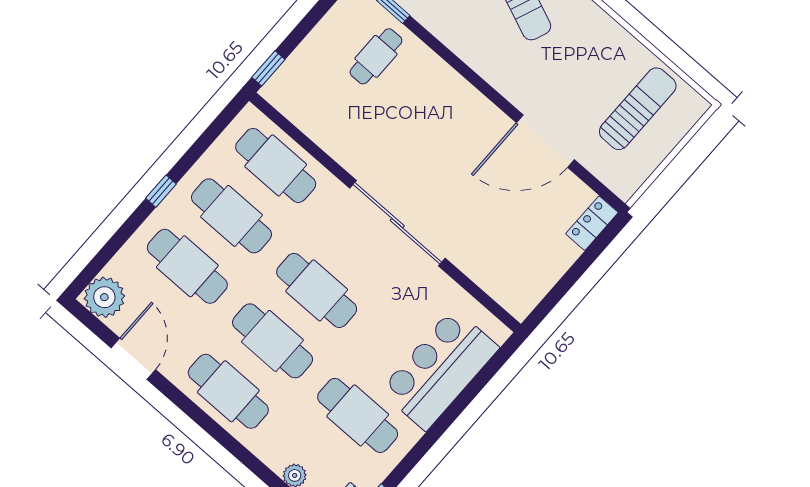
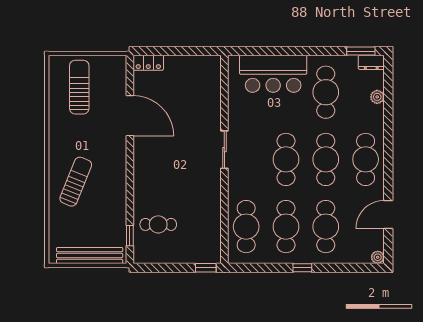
sun lounger: (638, 109) -> (79, 87), turned 90
sliding door: (397, 223) -> (224, 150), width x0.54
plant: (104, 297) -> (378, 257), width x0.53, depth x0.53

